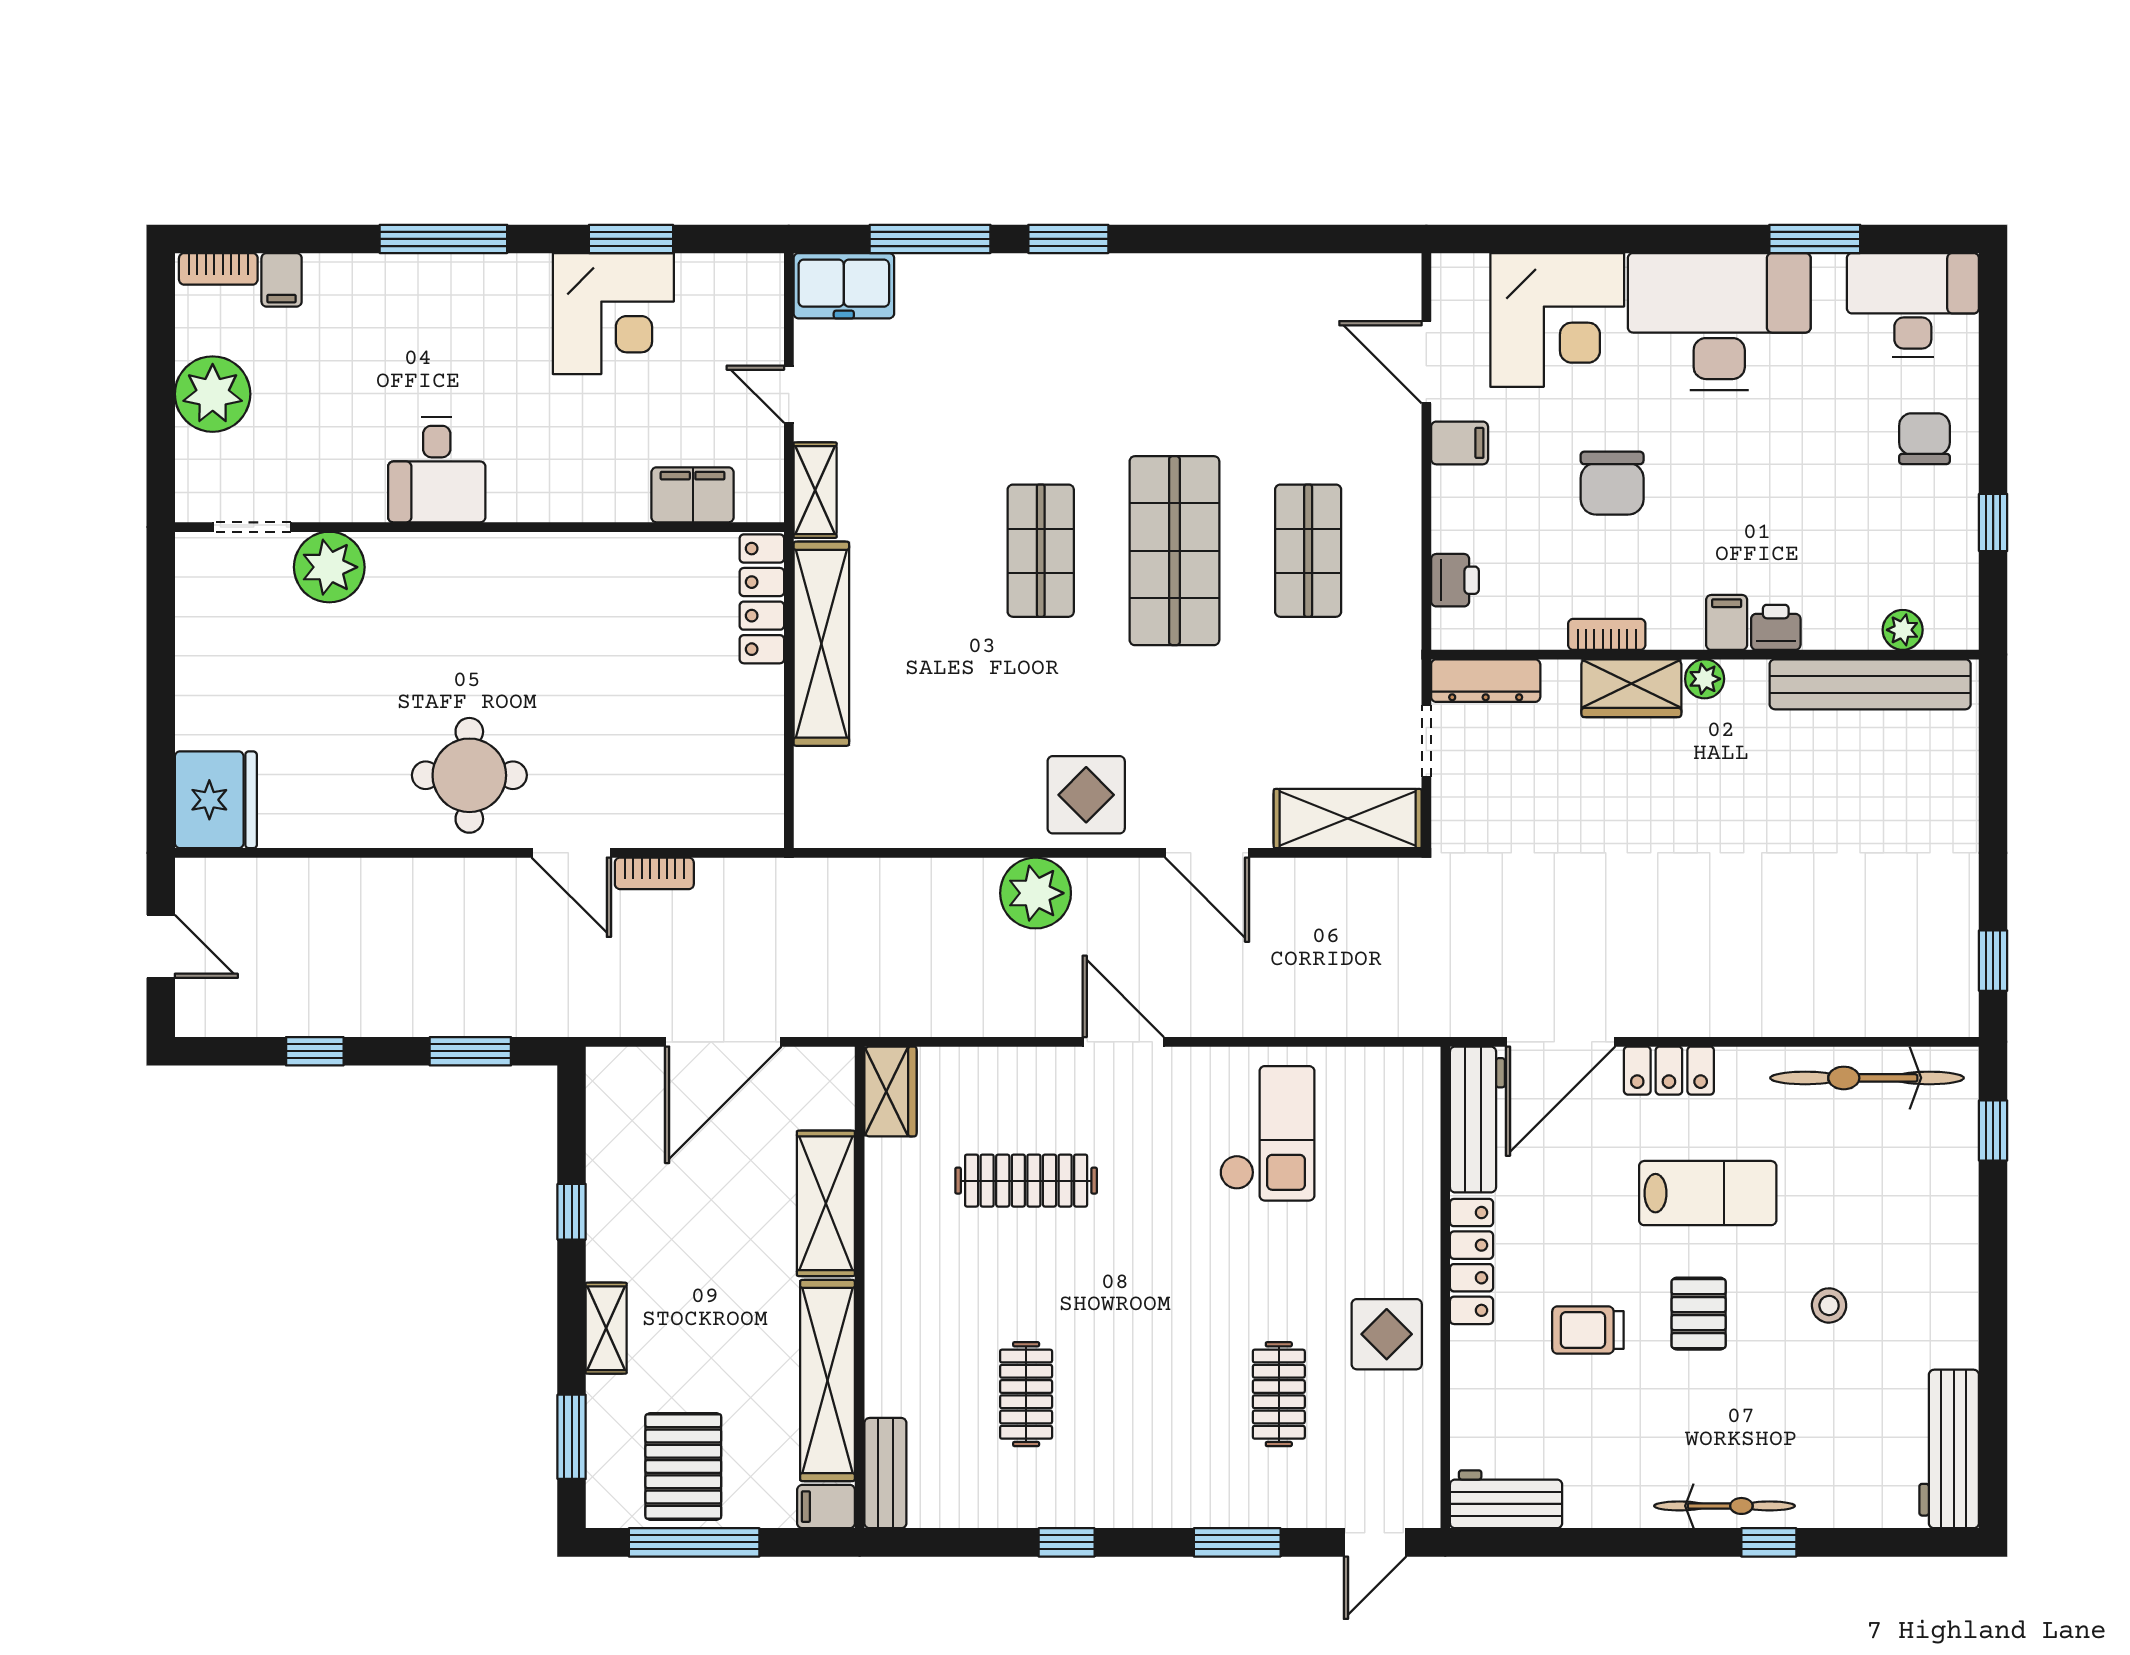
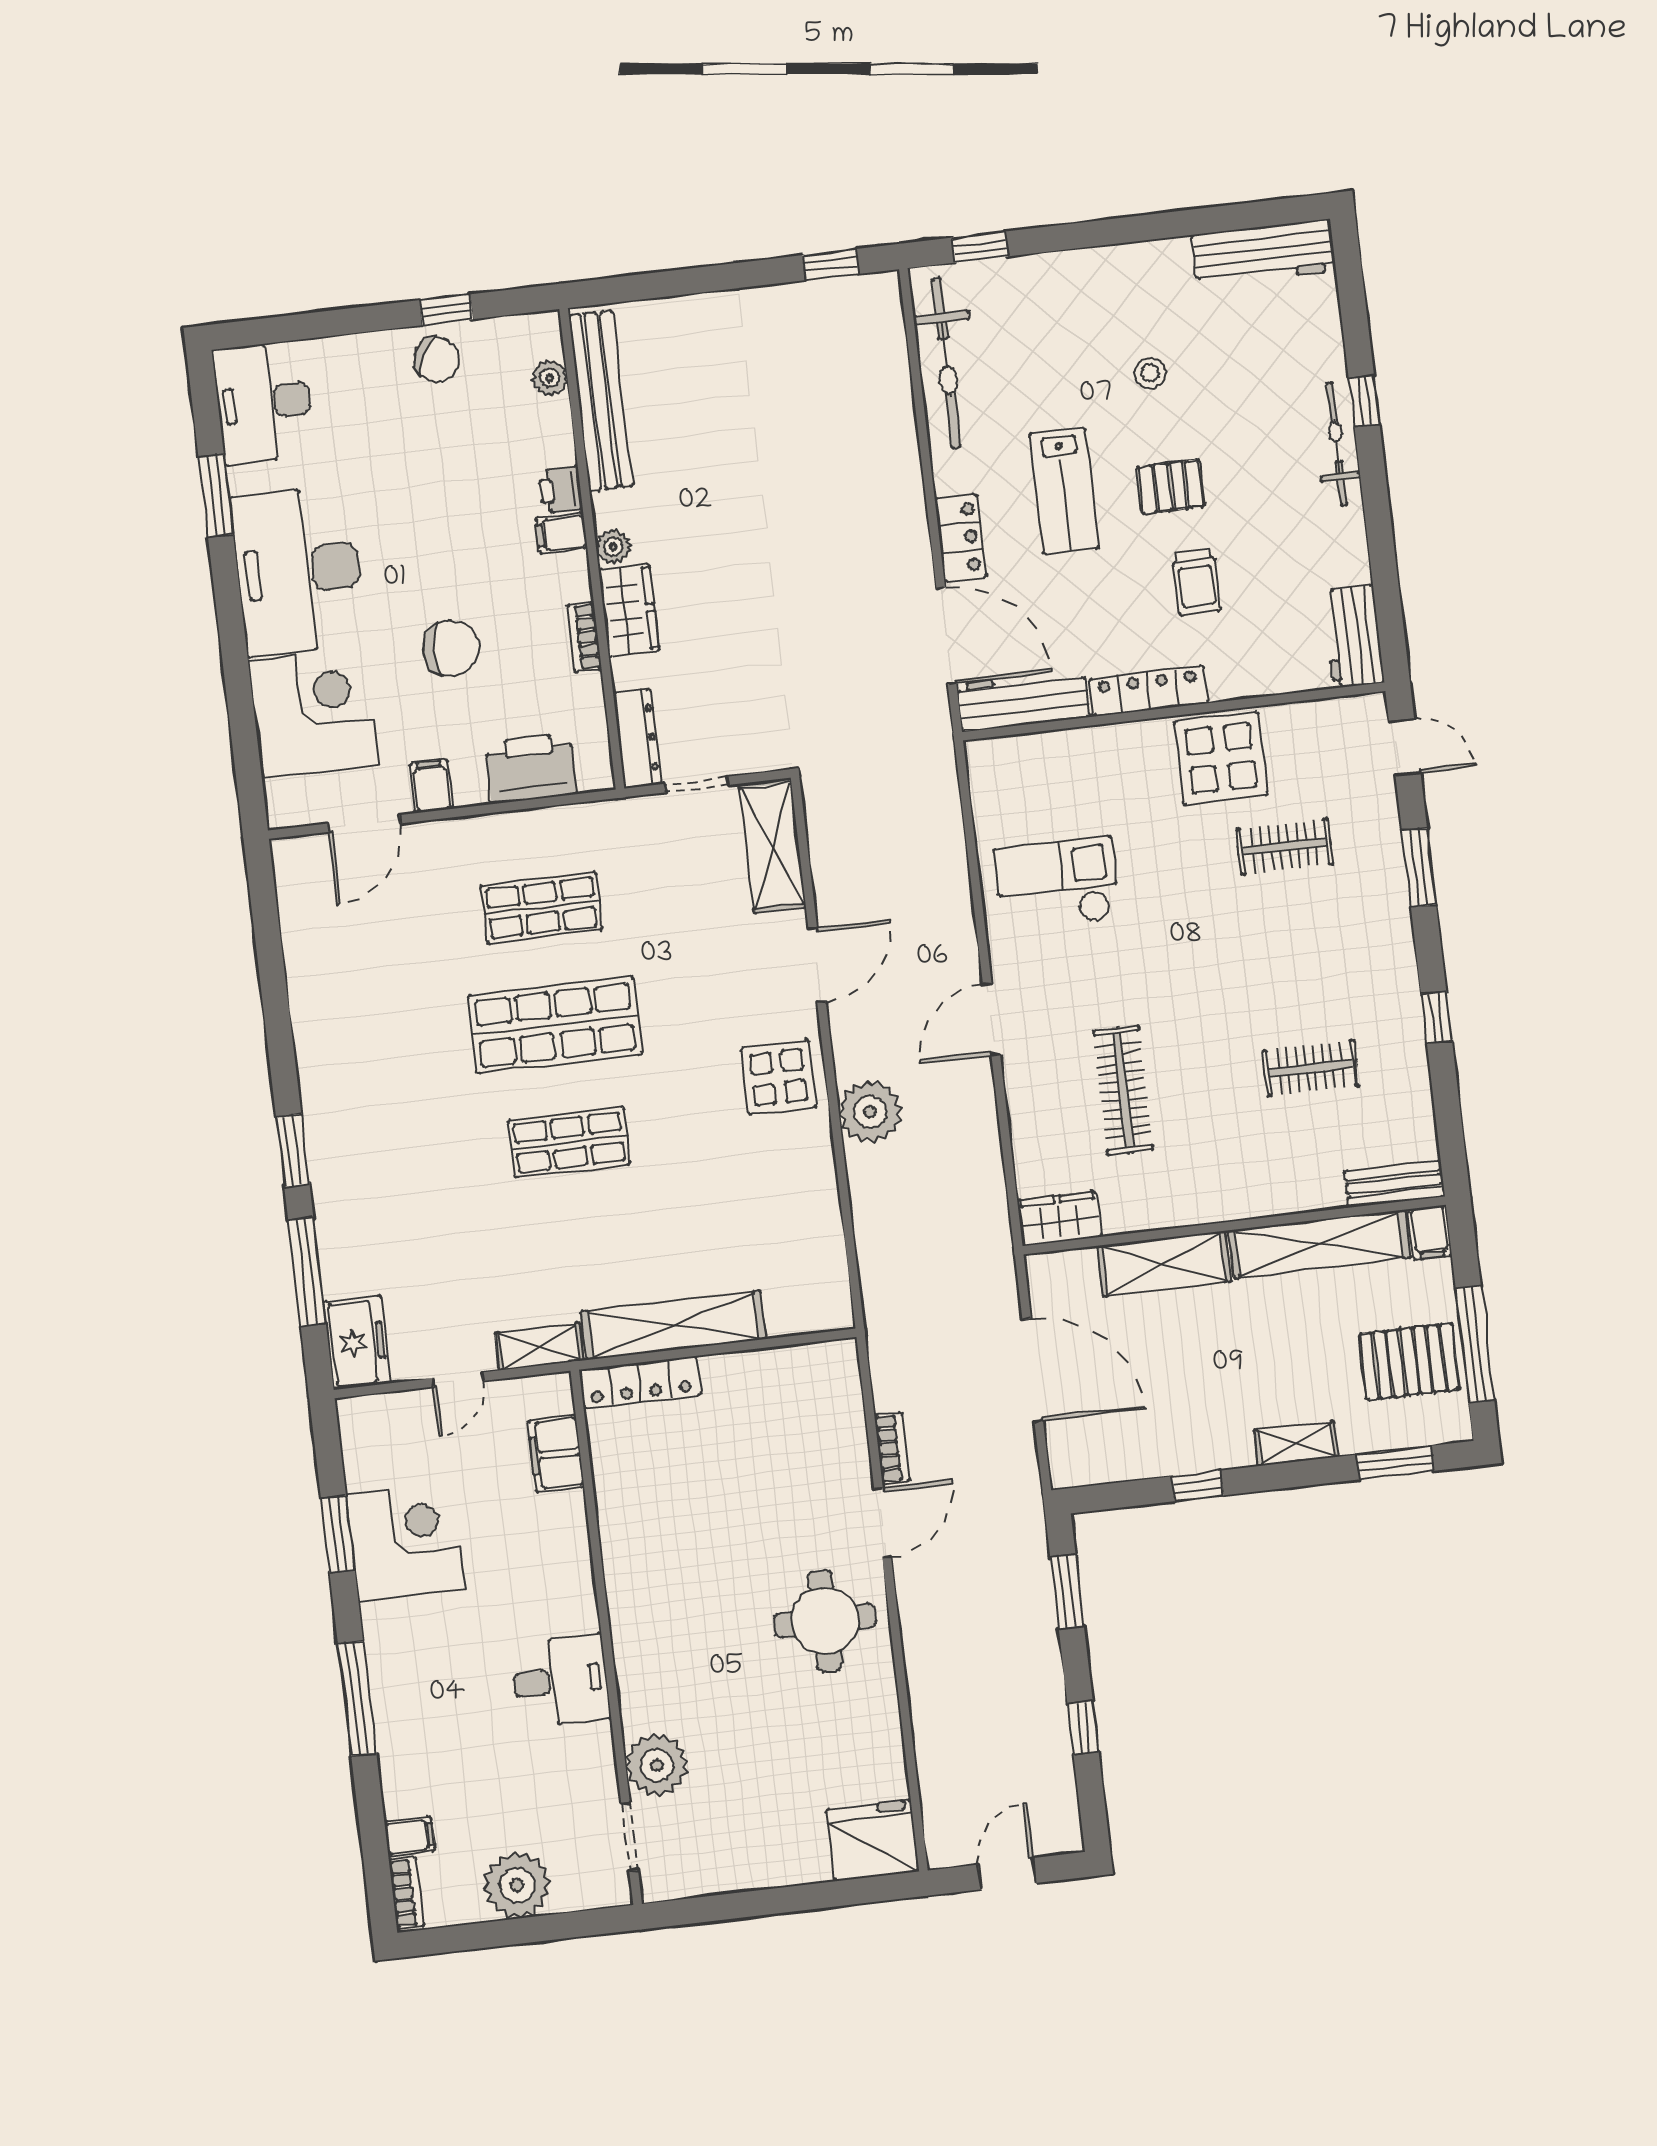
chair: (1924, 439) -> (436, 360), moved, turned -153
printer: (1455, 580) -> (531, 768), width x1.87, depth x1.48
lab bench: (1708, 1193) -> (1064, 491), turned 180
display table: (1387, 1334) -> (1221, 758), width x1.36, depth x1.36

